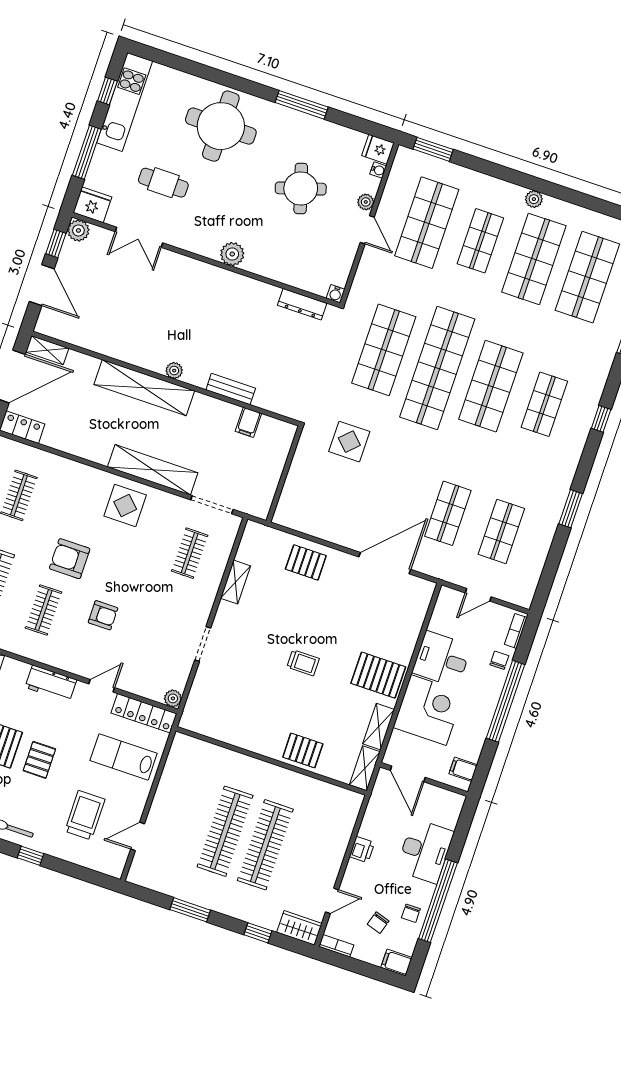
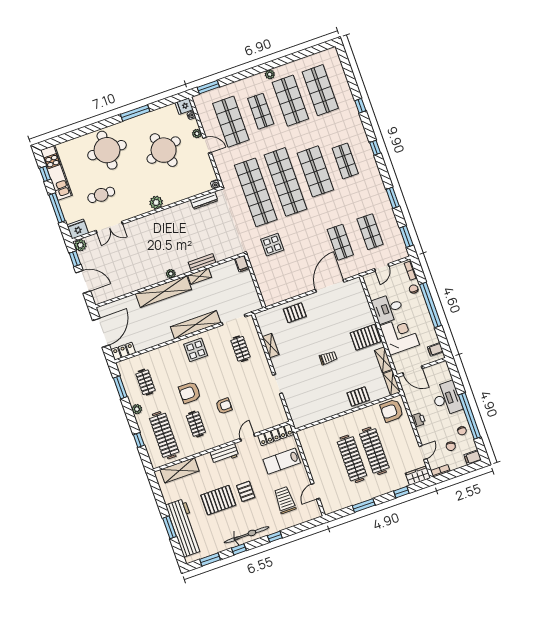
round table: (301, 189) -> (164, 150), width x1.36, depth x1.36
shelving: (47, 350) -> (200, 276), moved
shop shelf: (384, 350) -> (256, 192), width x1.40
filing cabinet: (248, 422) -> (242, 264), moved
window: (547, 578) -> (406, 236), added
plant: (173, 698) -> (283, 418), removed
armchair: (334, 807) -> (392, 411), added

